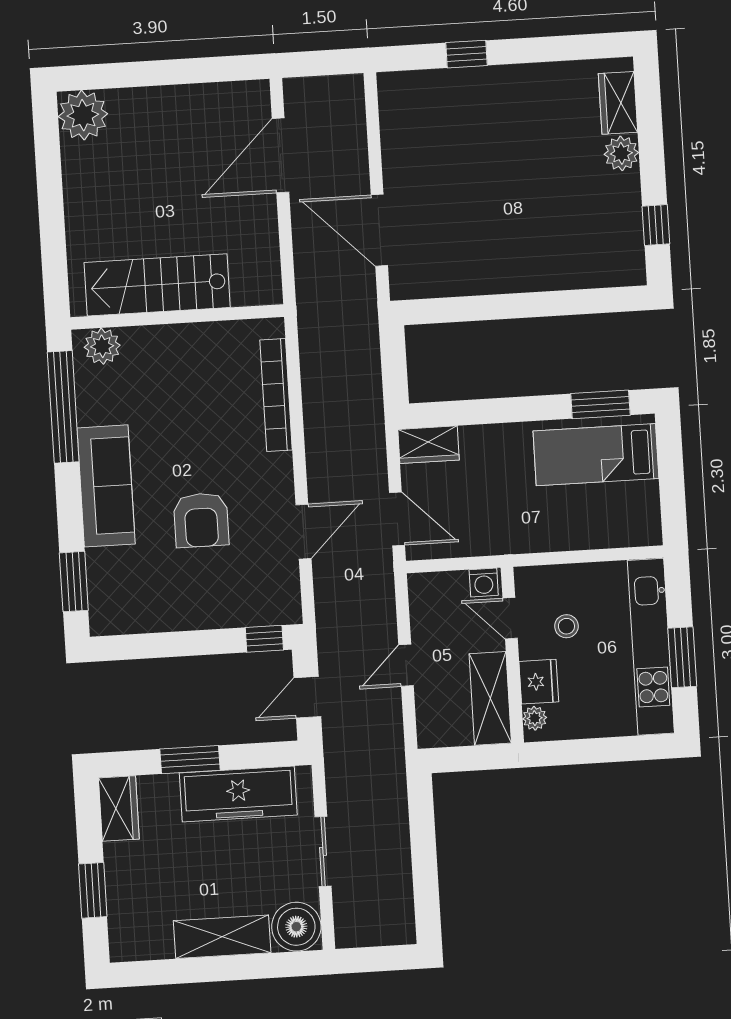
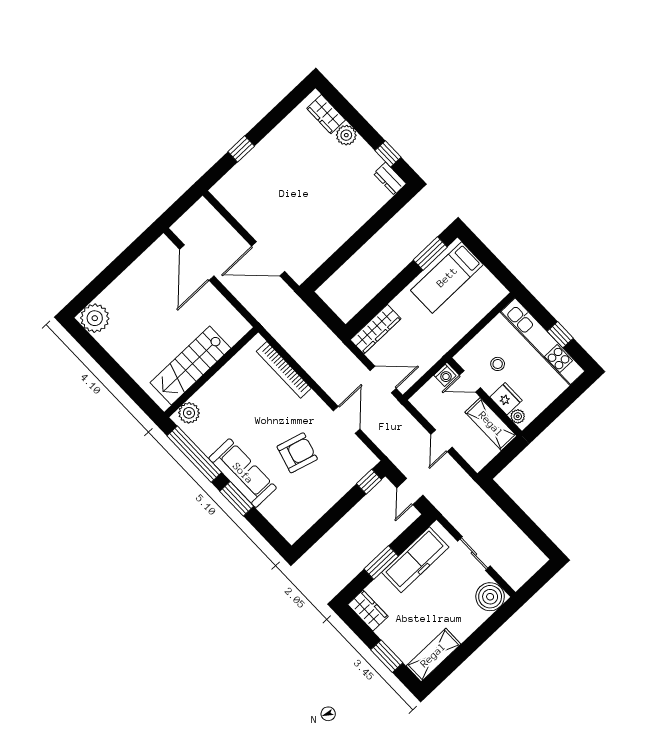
dresser: (631, 260) -> (390, 179), added
wardrobe: (429, 445) -> (376, 329), width x1.50
armchair: (201, 520) -> (297, 453), turned -74
window: (74, 582) -> (237, 499), moved
window: (682, 657) -> (560, 335), width x0.67
shelving: (222, 937) -> (433, 655), moved

